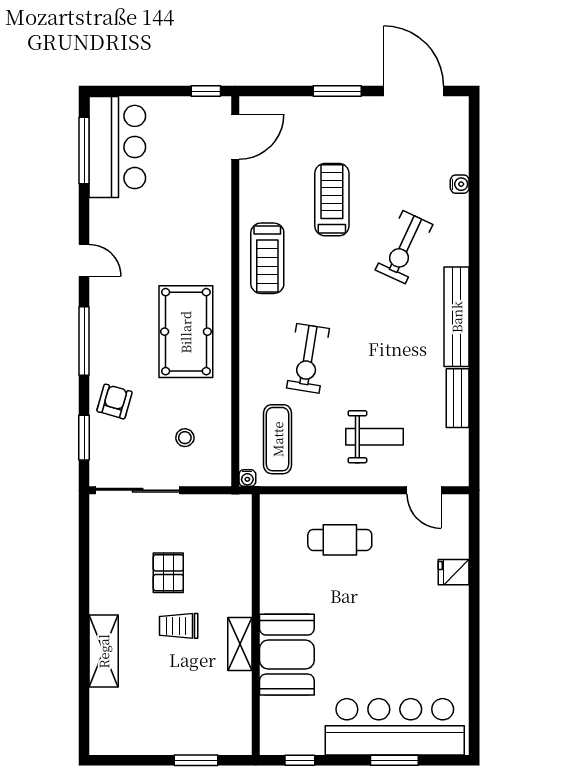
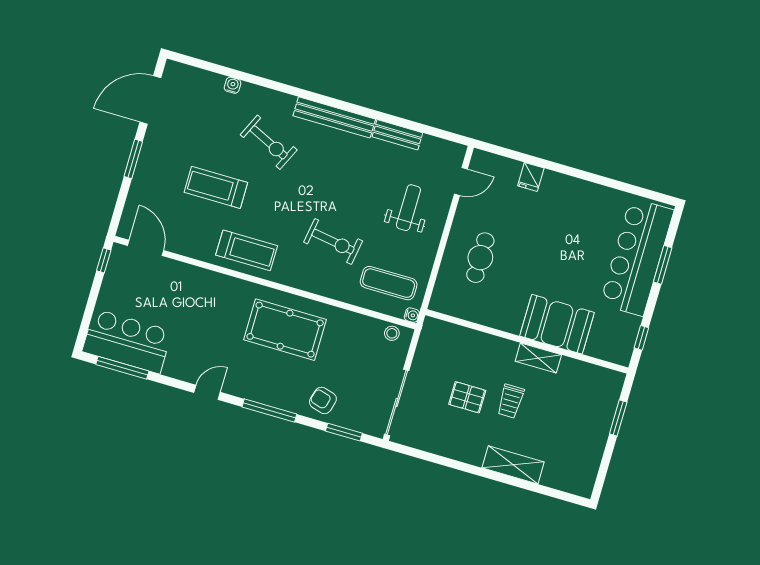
stool: (185, 438) -> (392, 333), moved

